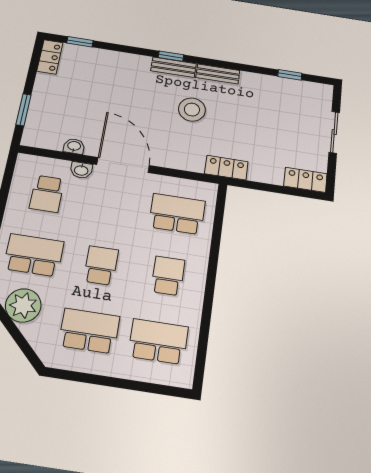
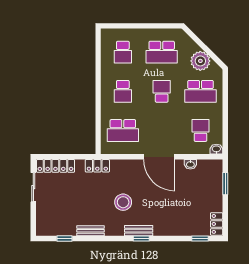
bench: (218, 74) -> (90, 231), moved
sliding door: (334, 132) -> (33, 187), moved
washbasin: (81, 170) -> (216, 149), moved
locker: (305, 180) -> (55, 166), width x1.53
school desk: (101, 265) -> (162, 91), turned 180
school desk: (158, 341) -> (123, 52), width x0.54

